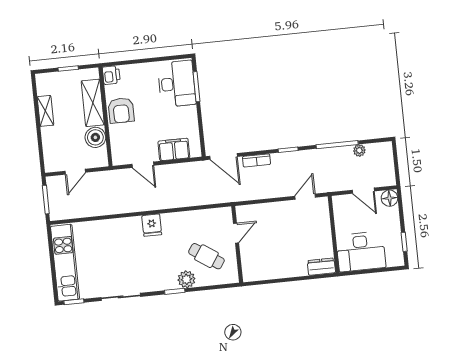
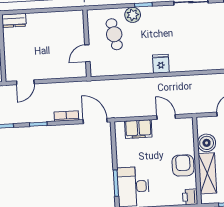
cafe table: (206, 256) -> (114, 34), turned 45

